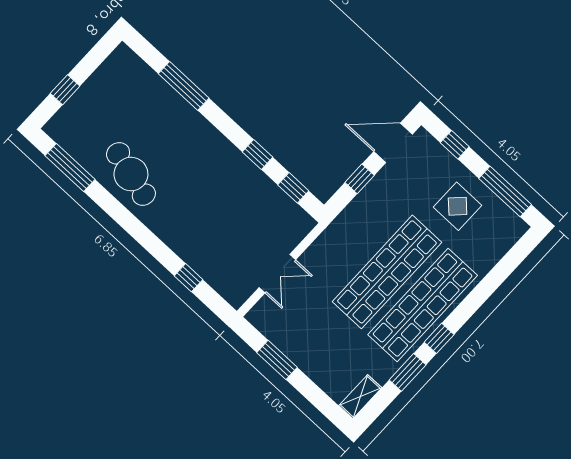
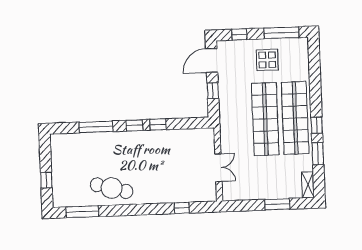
window: (293, 188) -> (134, 125), moved
window: (277, 360) -> (277, 204), moved

